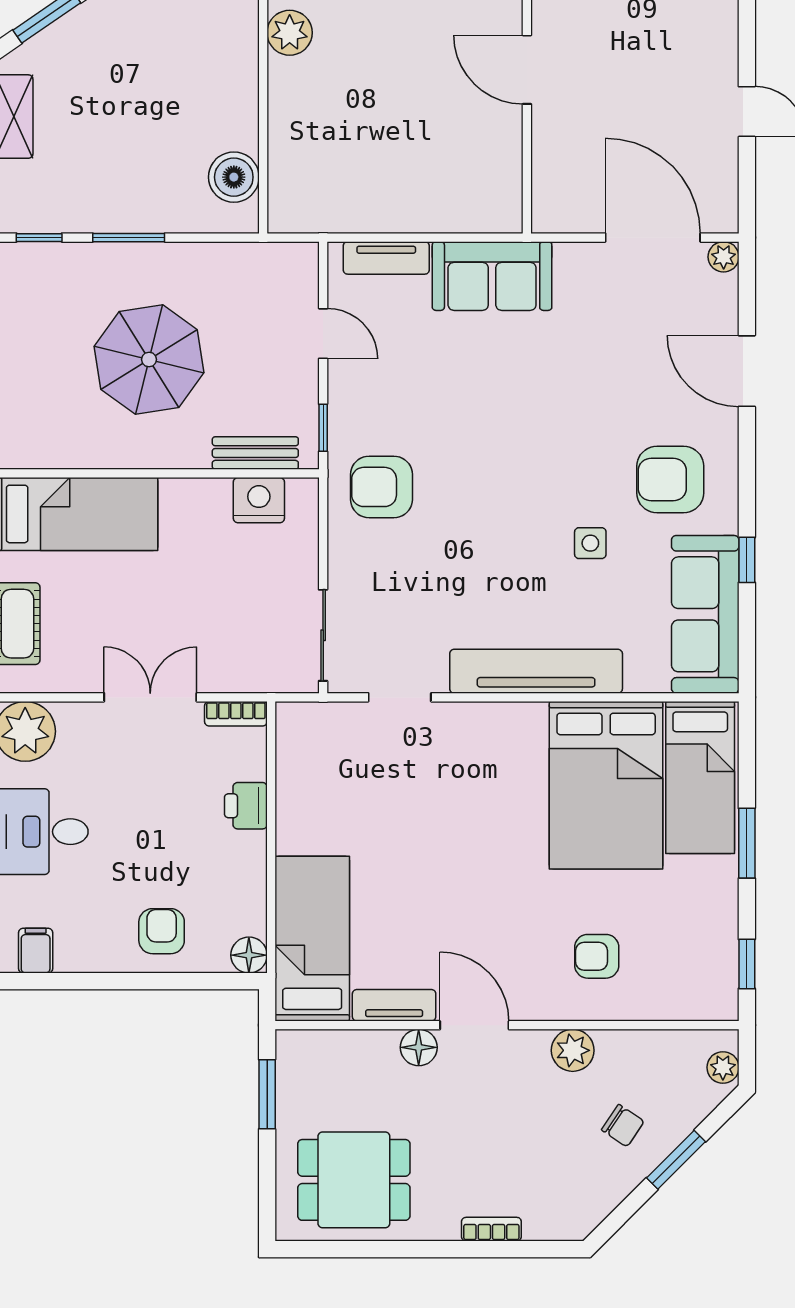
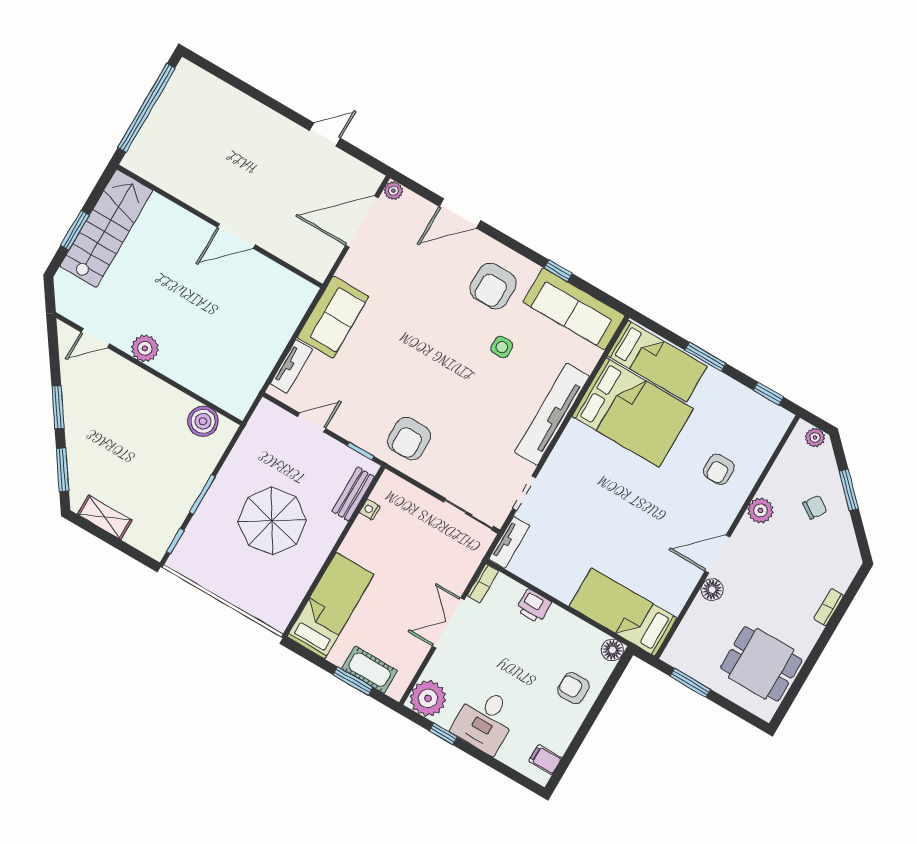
nightstand: (259, 500) -> (370, 510), width x0.53, depth x0.56
tv unit: (394, 1005) -> (509, 542), moved, turned 180
dining table: (354, 1180) -> (761, 664), turned 90

